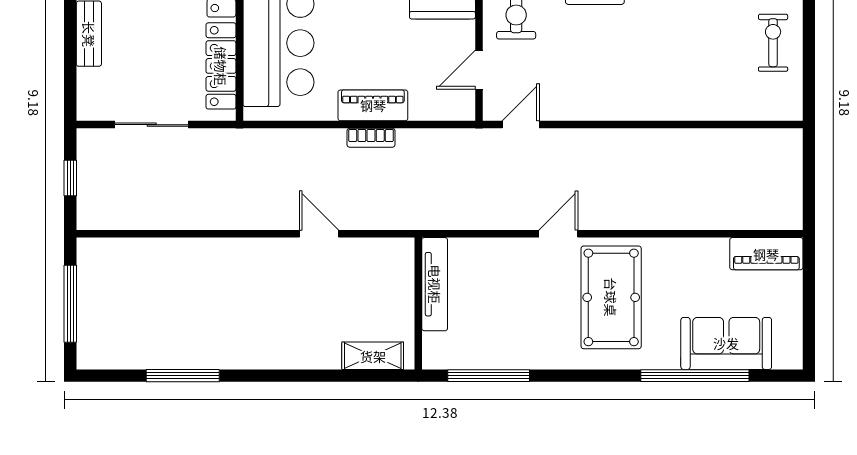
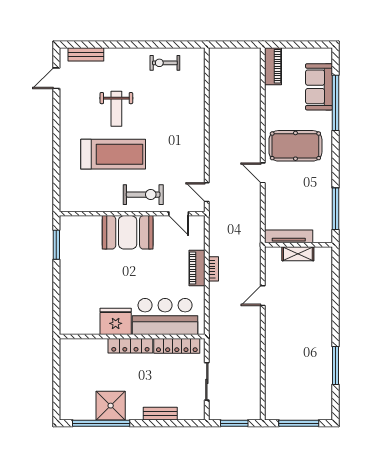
window: (70, 178) -> (234, 423), width x1.50
shelving: (373, 356) -> (298, 254), moved, turned 90

